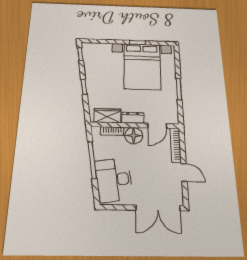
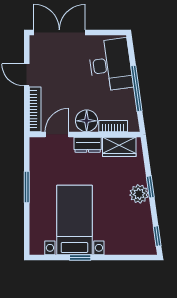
bed with nightstands: (142, 66) -> (74, 220), width x0.73
plant: (93, 82) -> (139, 194), added

